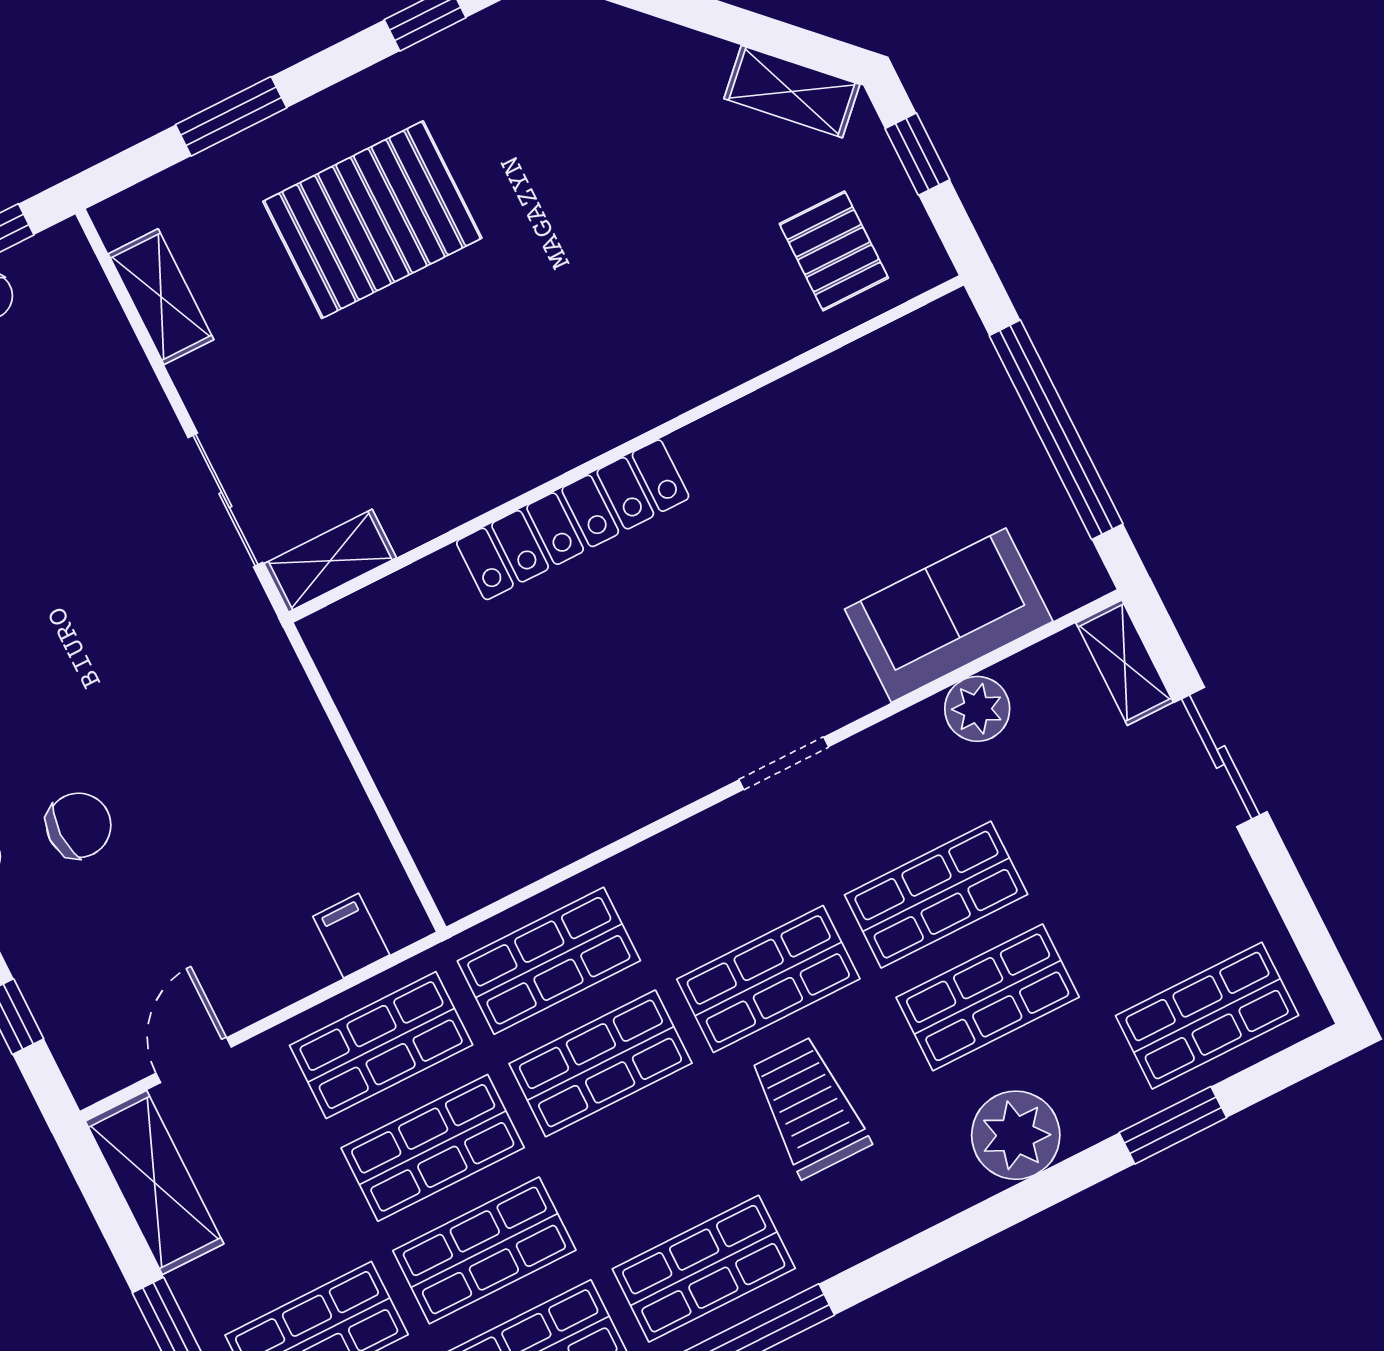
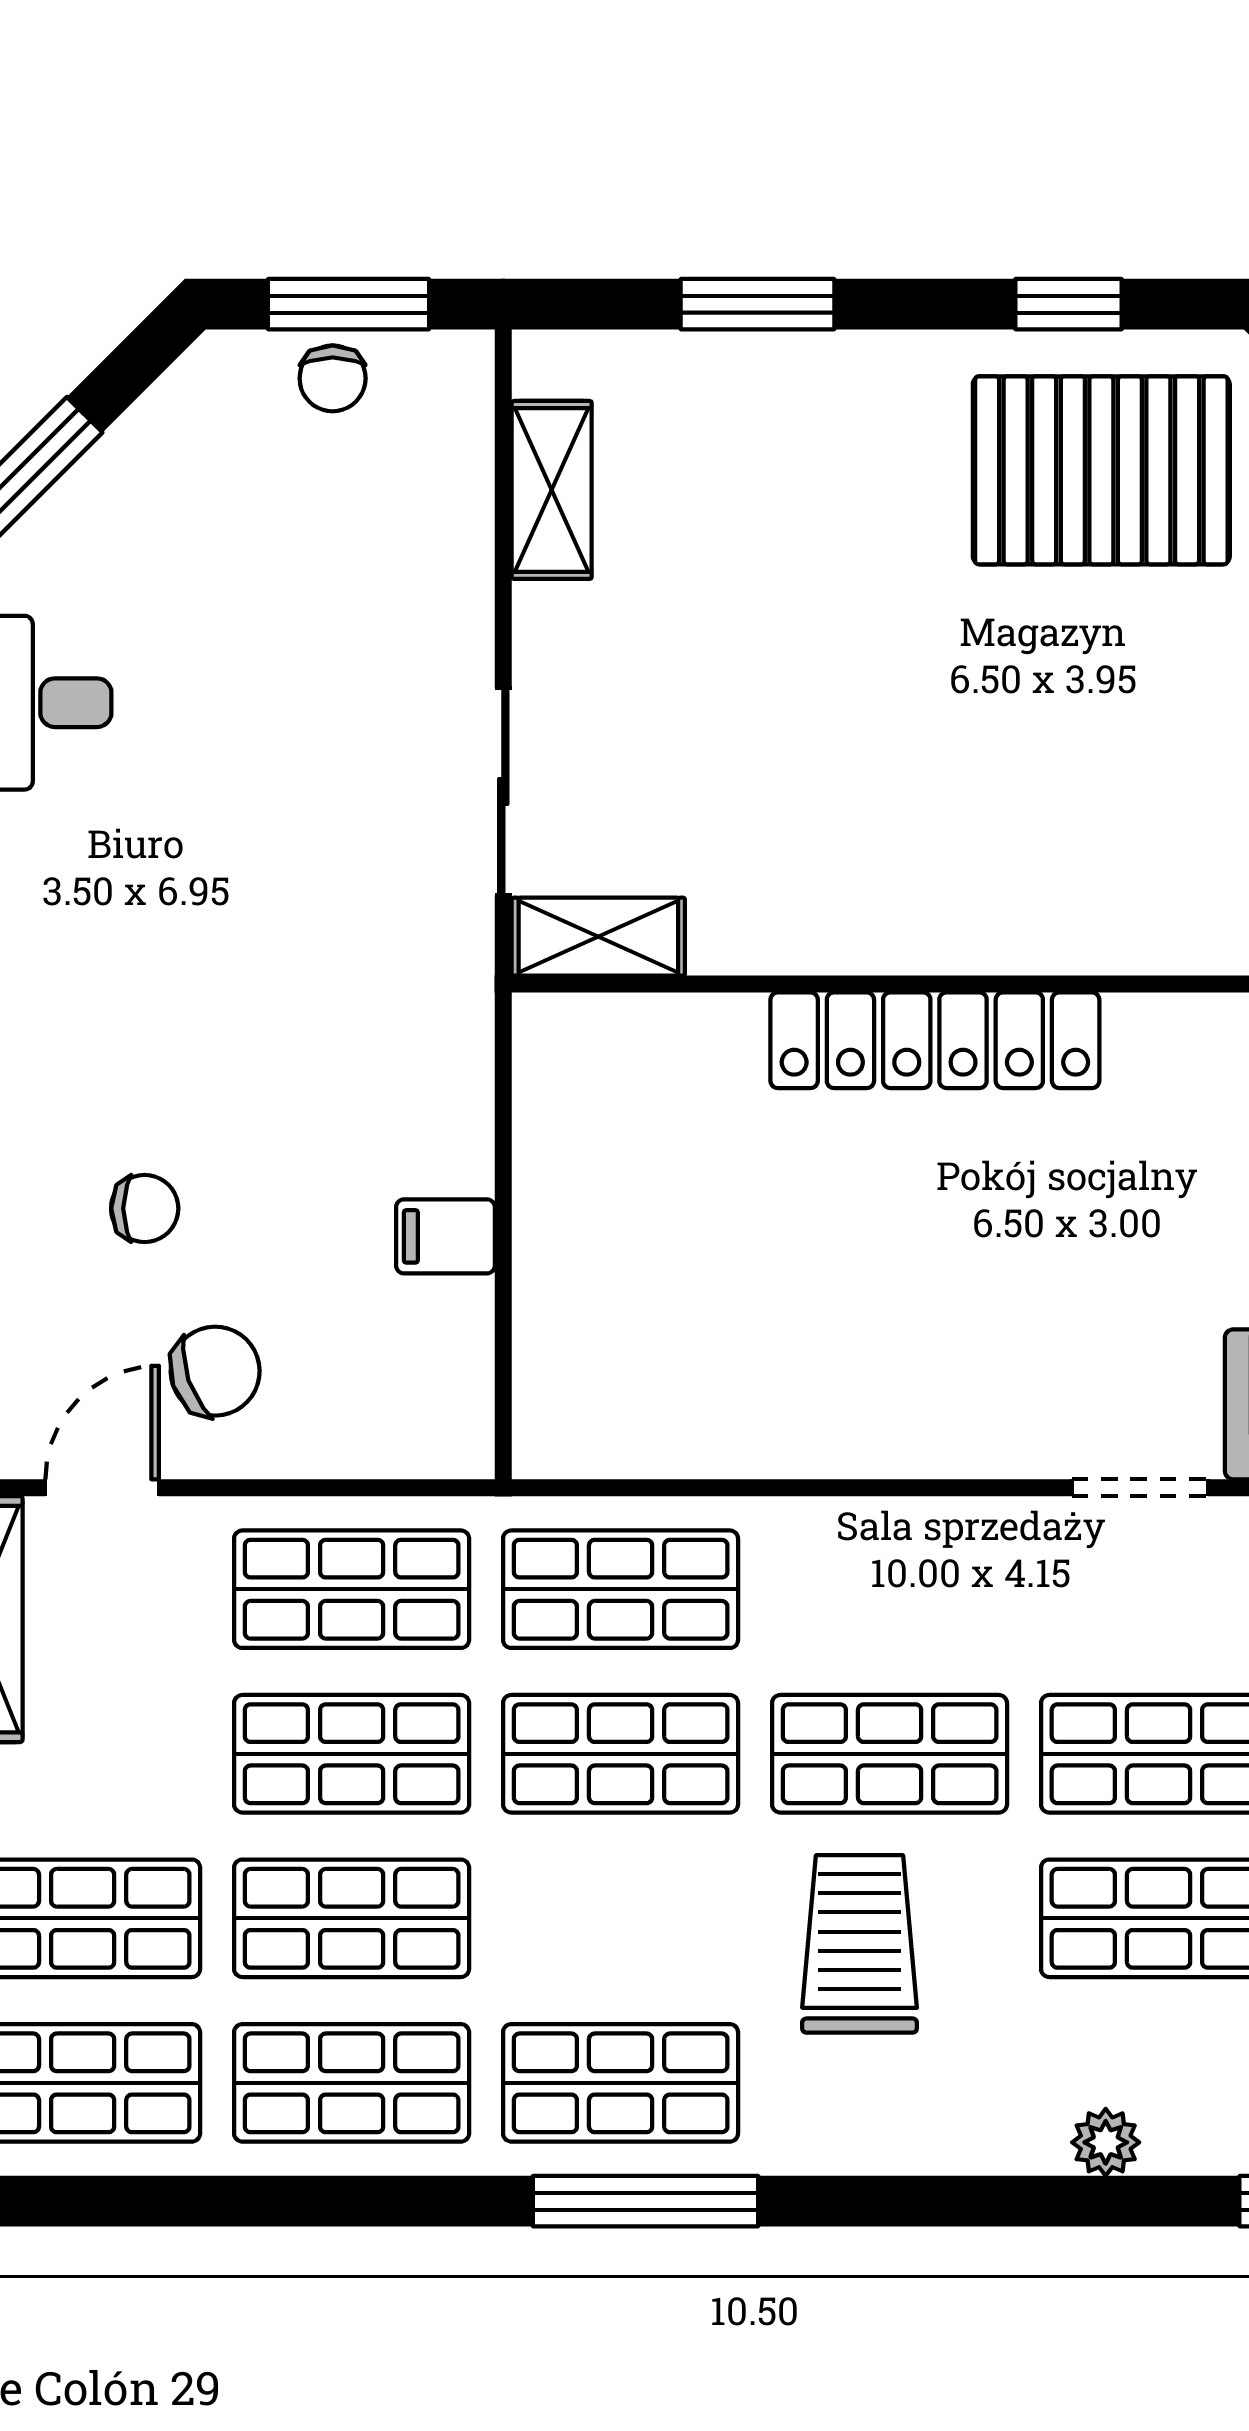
pallet: (372, 220) -> (1101, 470), moved
doorway: (784, 763) -> (1140, 1488), moved
chair: (79, 825) -> (145, 1208), moved, width x0.73, depth x0.73
filing cabinet: (351, 936) -> (445, 1236), moved, turned -90
chair: (228, 952) -> (215, 1371), added
plant: (1016, 1135) -> (1106, 2142), width x0.53, depth x0.53

